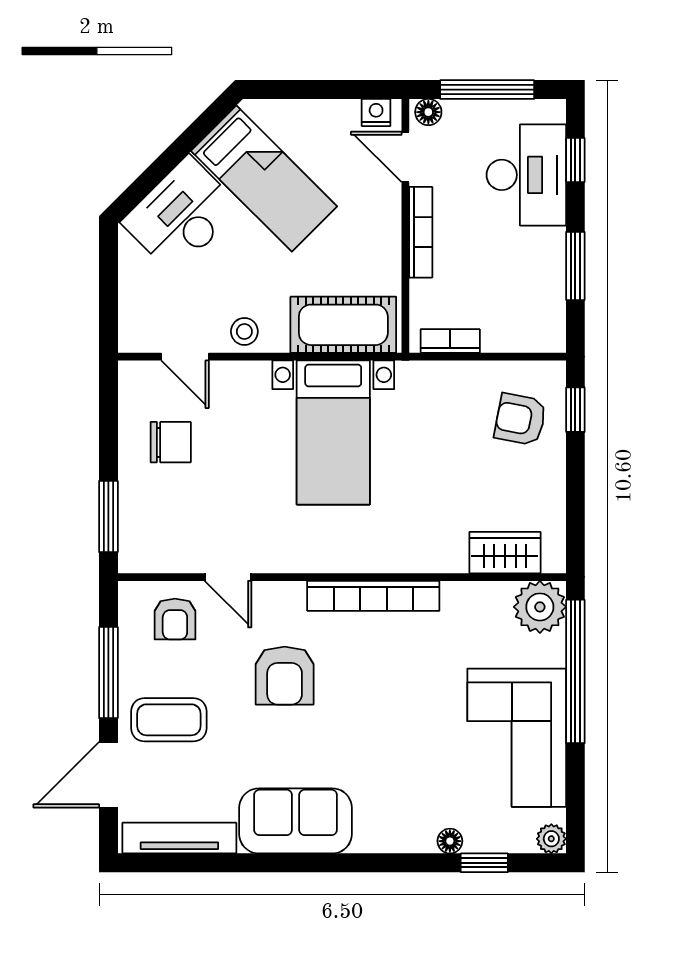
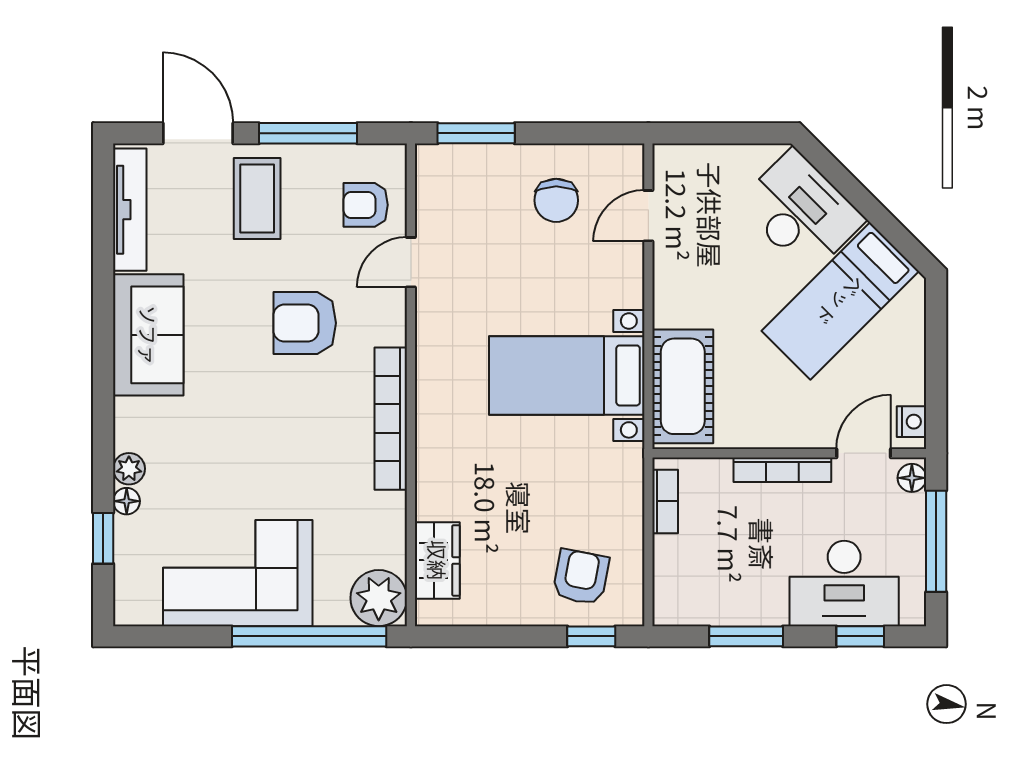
stool: (244, 331) -> (675, 280), removed
plant: (551, 839) -> (129, 469), moved

